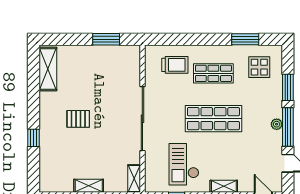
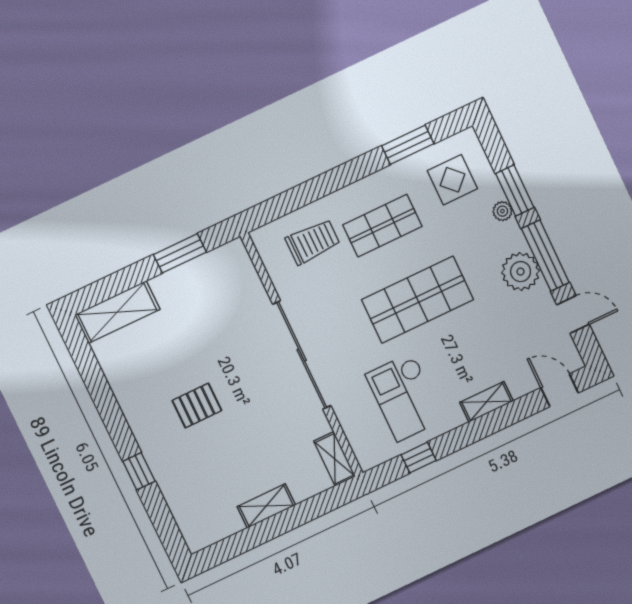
shelving: (48, 69) -> (117, 312), moved, turned 90
plant: (277, 95) -> (502, 211), added
plant: (277, 124) -> (521, 272), width x1.87, depth x1.87

